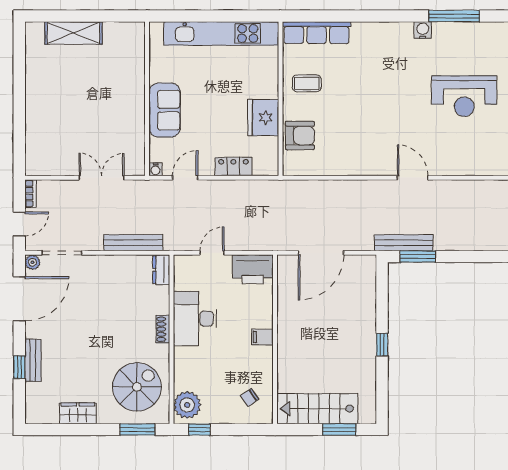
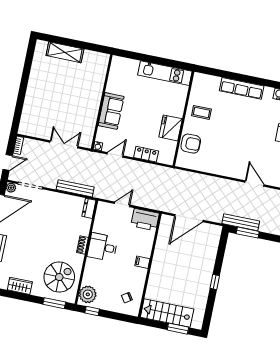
kitchen unit: (221, 33) -> (165, 73), width x0.73
row of seats: (317, 33) -> (242, 88), moved
desk: (195, 319) -> (102, 247), width x0.73

